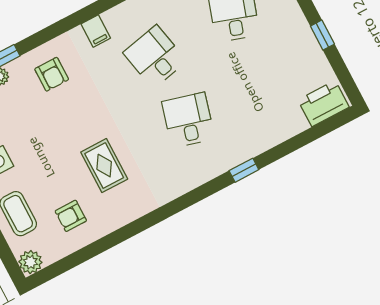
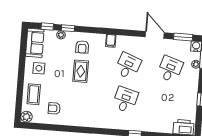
desk: (155, 57) -> (128, 66), turned 33
rug: (104, 166) -> (81, 71), moved

